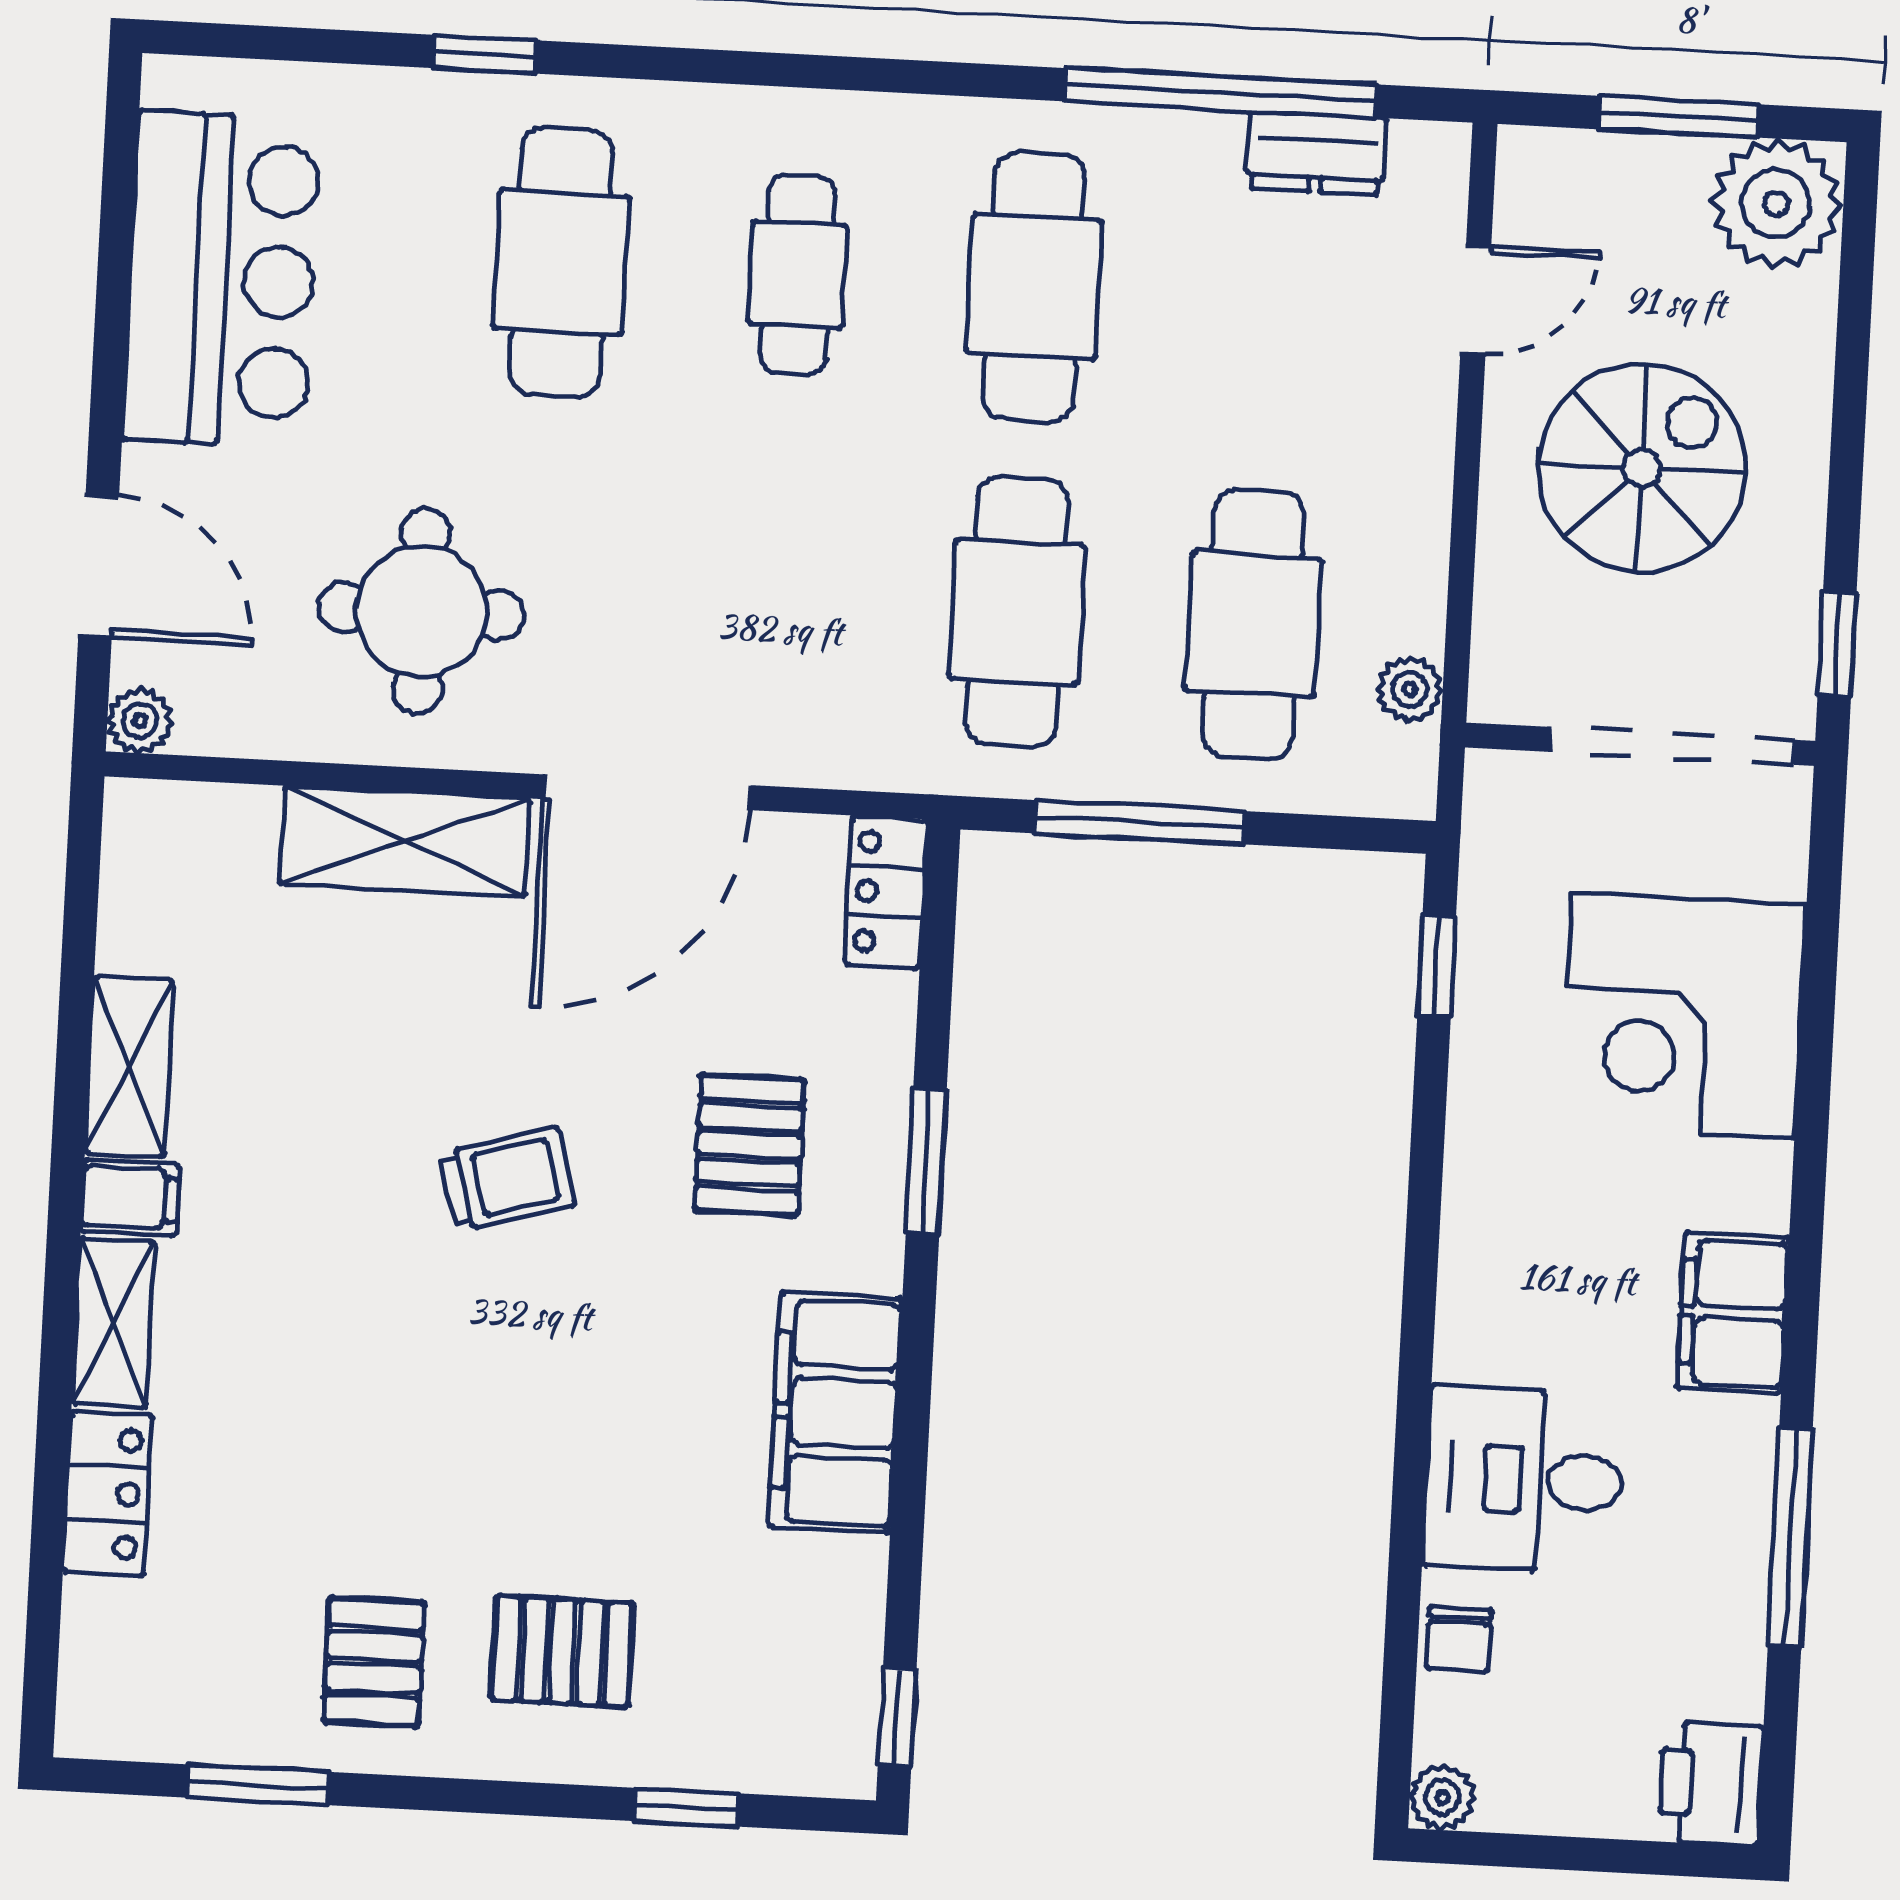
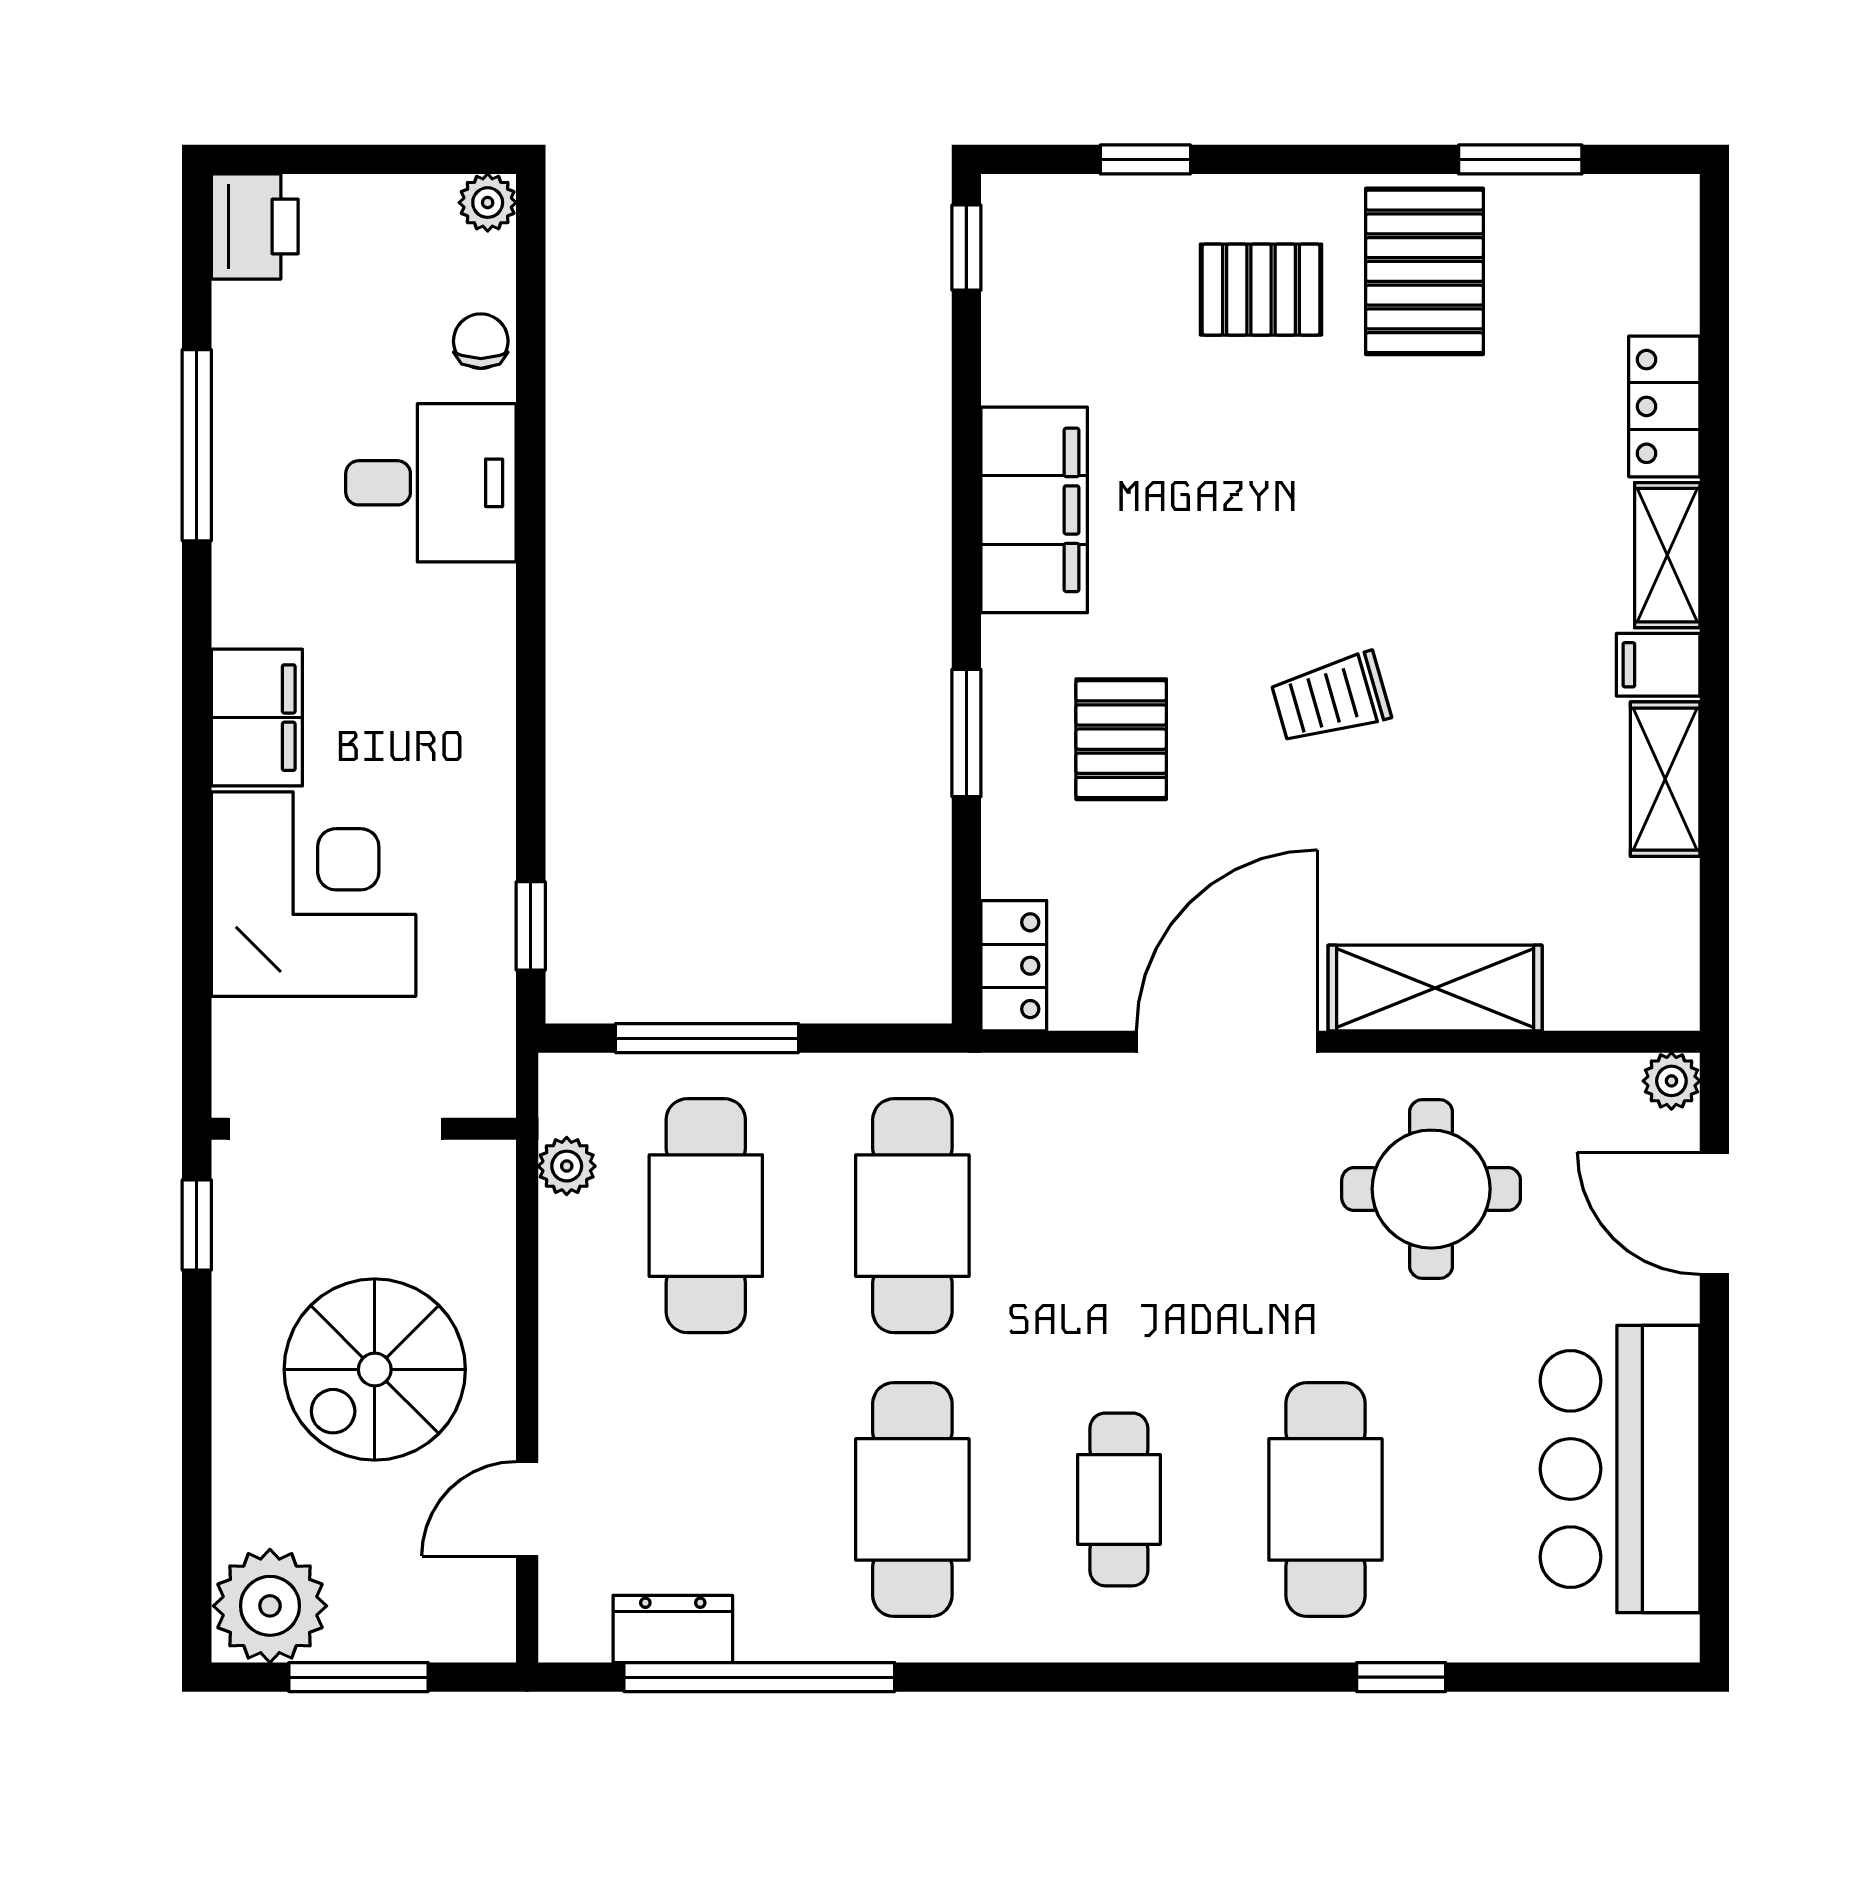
window: (1140, 822) -> (707, 1038), moved
filing cabinet: (1733, 1313) -> (257, 718), moved
pallet: (374, 1662) -> (1424, 271), width x1.50, depth x1.42

